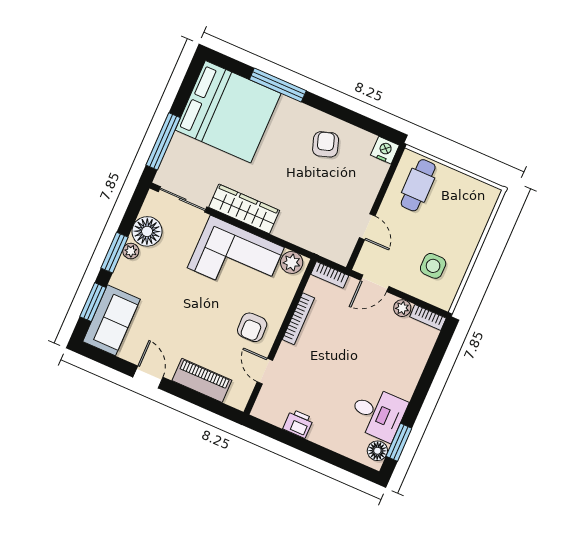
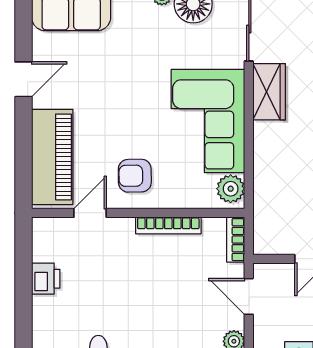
wardrobe: (244, 209) -> (269, 92), width x0.67
piano: (202, 380) -> (52, 157), width x1.37, depth x1.33

